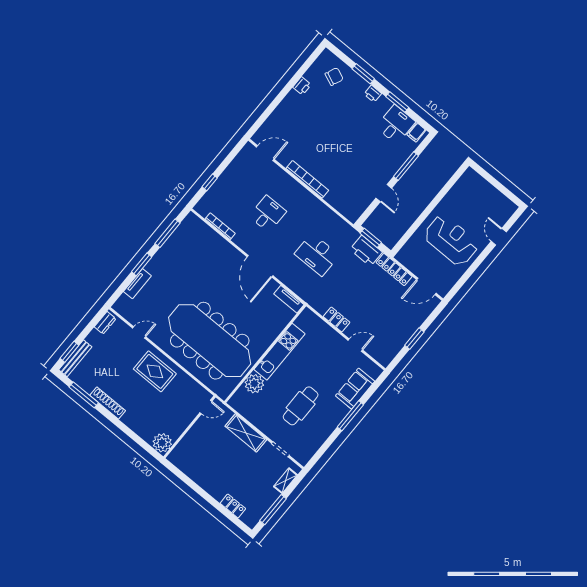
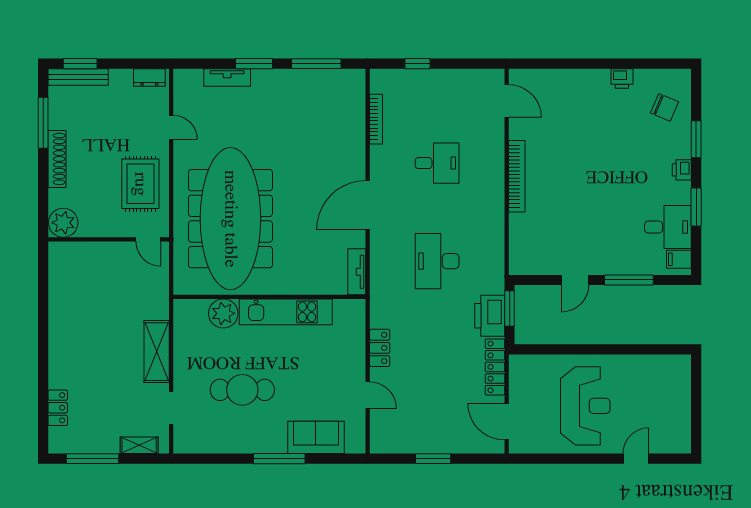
door: (206, 407) -> (148, 239), moved
wall: (189, 427) -> (109, 239), moved
plant: (162, 443) -> (63, 223), moved

